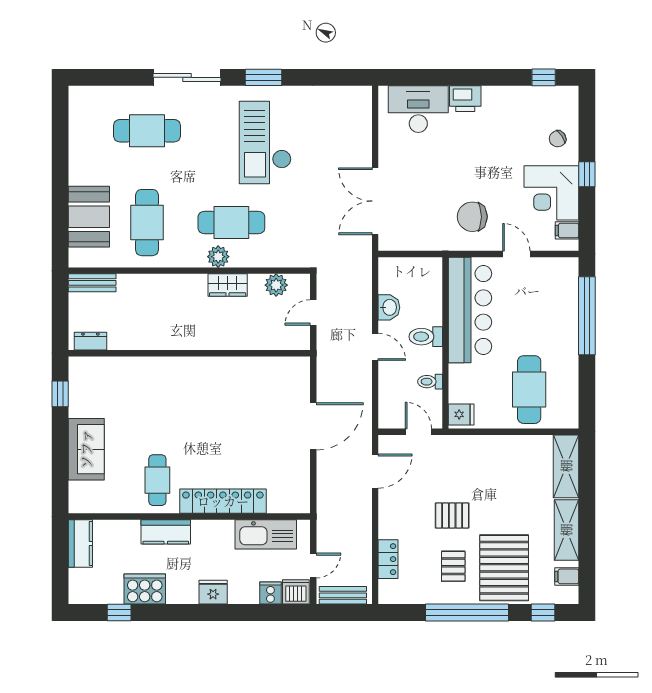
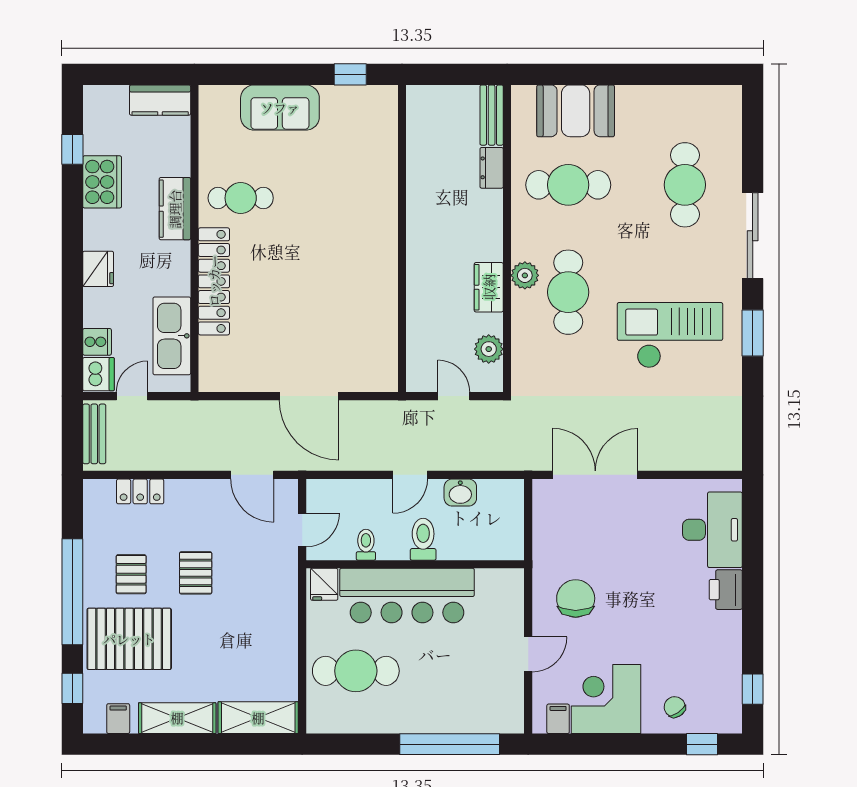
window: (587, 174) -> (702, 744), moved
bar counter: (470, 310) -> (407, 596), moved
dresser: (90, 341) -> (492, 168), moved, turned 180
door: (313, 566) -> (132, 396), swing flipped
pallet: (453, 566) -> (131, 574), turned 90

